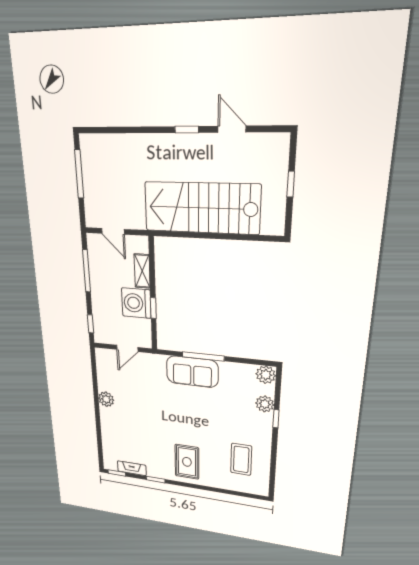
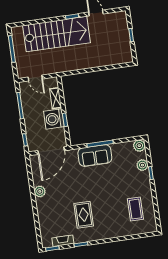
stairs: (202, 208) -> (57, 34), moved, turned 180
door: (127, 348) -> (51, 151), width x1.88
rug: (187, 462) -> (84, 215), moved

